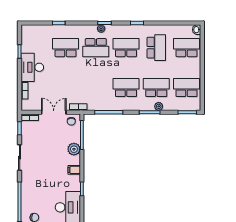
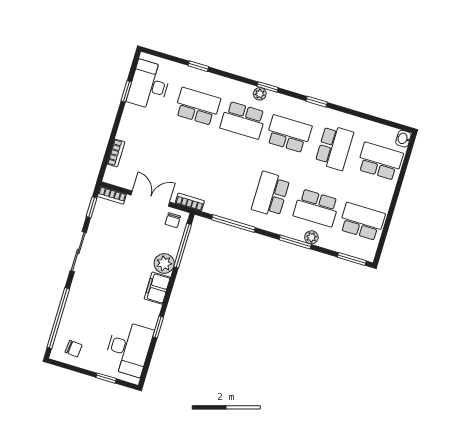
desk: (32, 67) -> (149, 85), moved
school desk: (126, 88) -> (271, 194), turned -90
school desk: (156, 88) -> (316, 208), turned 180
filing cabinet: (74, 170) -> (157, 288), width x2.00

